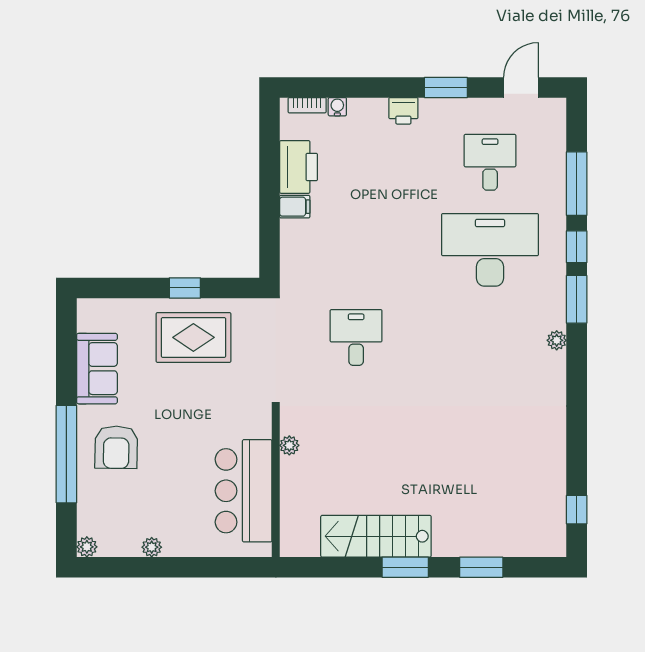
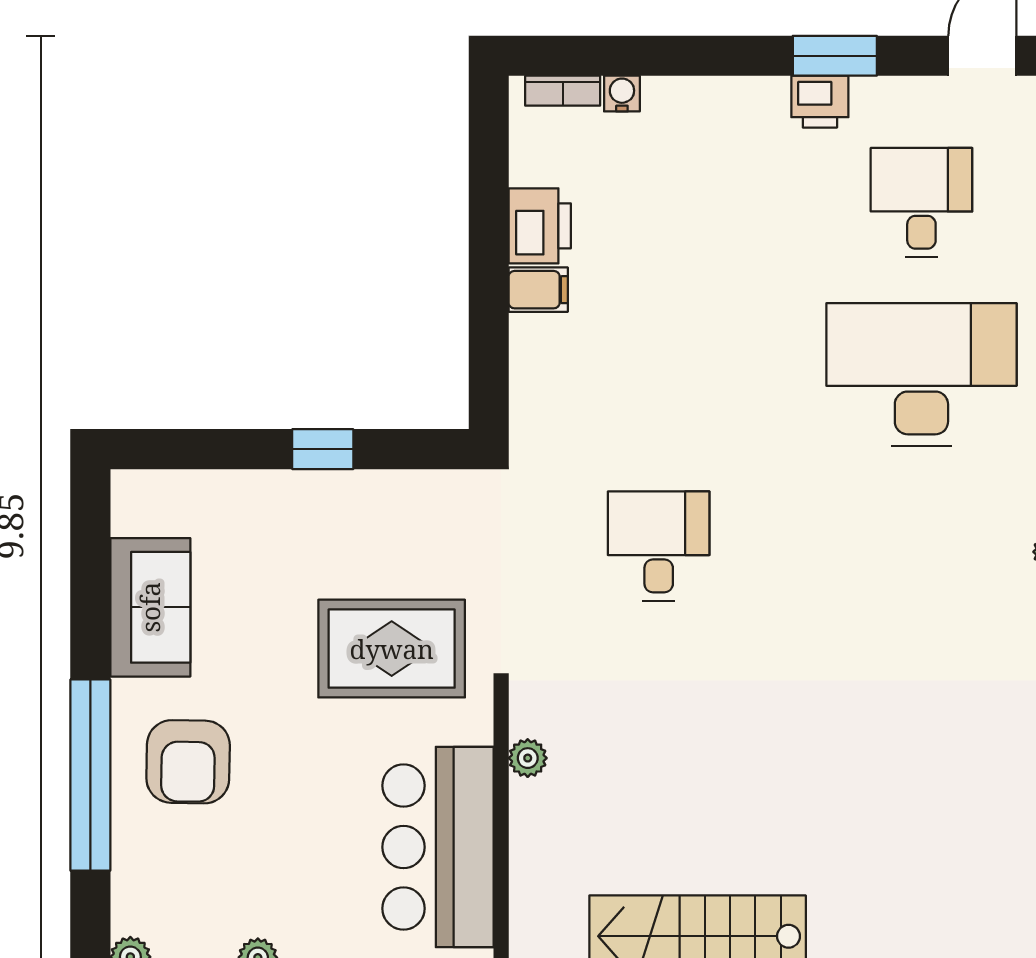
printer: (403, 111) -> (820, 102), moved
printer: (299, 167) -> (540, 226), width x0.73, depth x0.84
rug: (193, 337) -> (392, 649), moved

